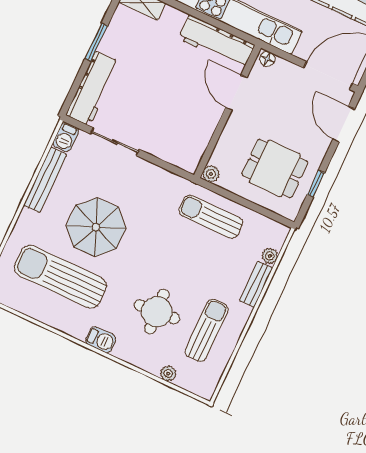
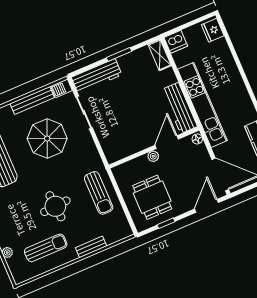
plant: (211, 174) -> (153, 156), moved
sun lounger: (211, 217) -> (99, 193), turned 180
parasol: (96, 227) -> (47, 139), moved
plant: (270, 256) -> (111, 239), removed
round table: (157, 312) -> (55, 206), moved

